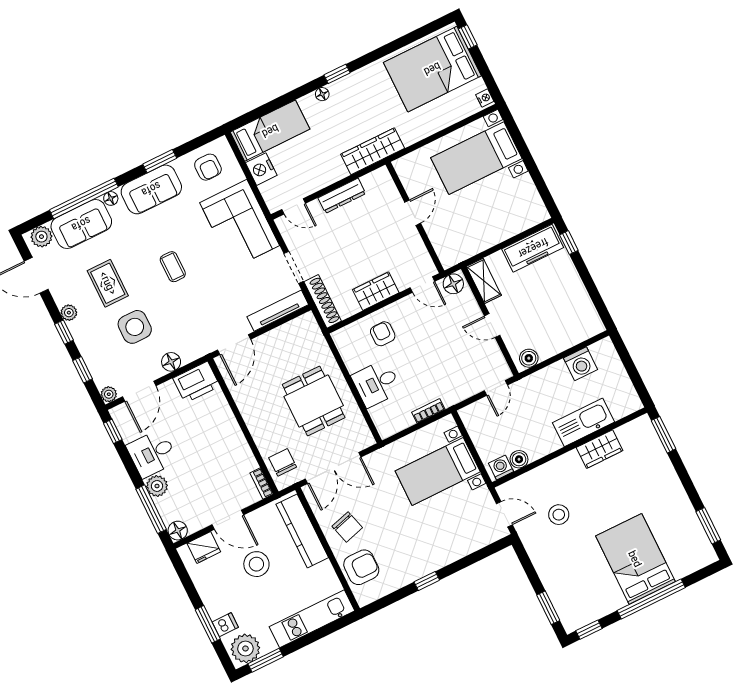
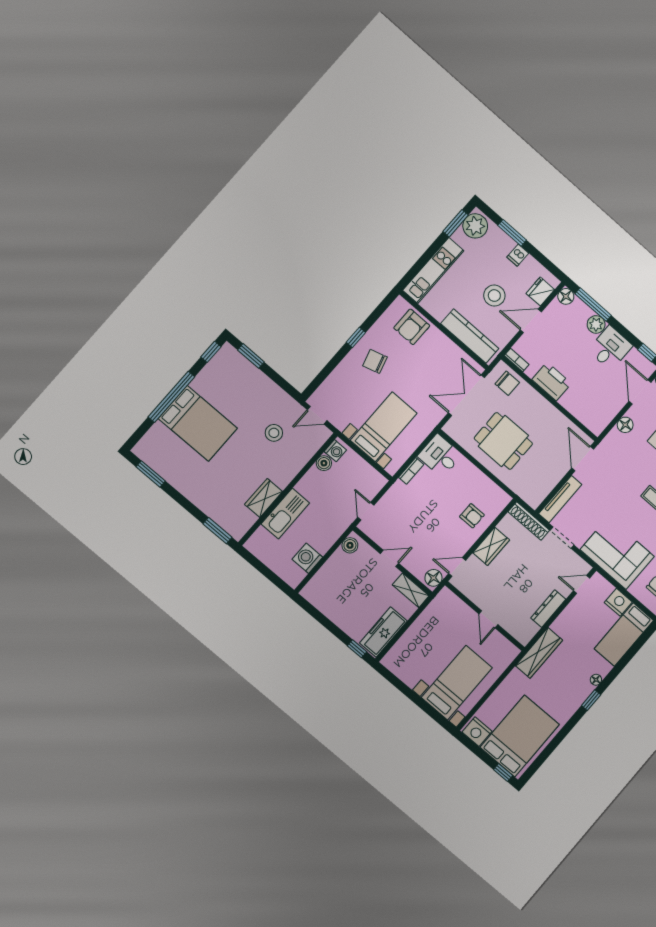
nightstand: (485, 98) -> (477, 732), width x1.89, depth x1.79
printer: (196, 382) -> (552, 382), moved, turned 90
desk: (376, 383) -> (440, 456), moved, turned -90
chair: (347, 527) -> (375, 361), moved
dishwasher: (225, 625) -> (518, 255), moved

